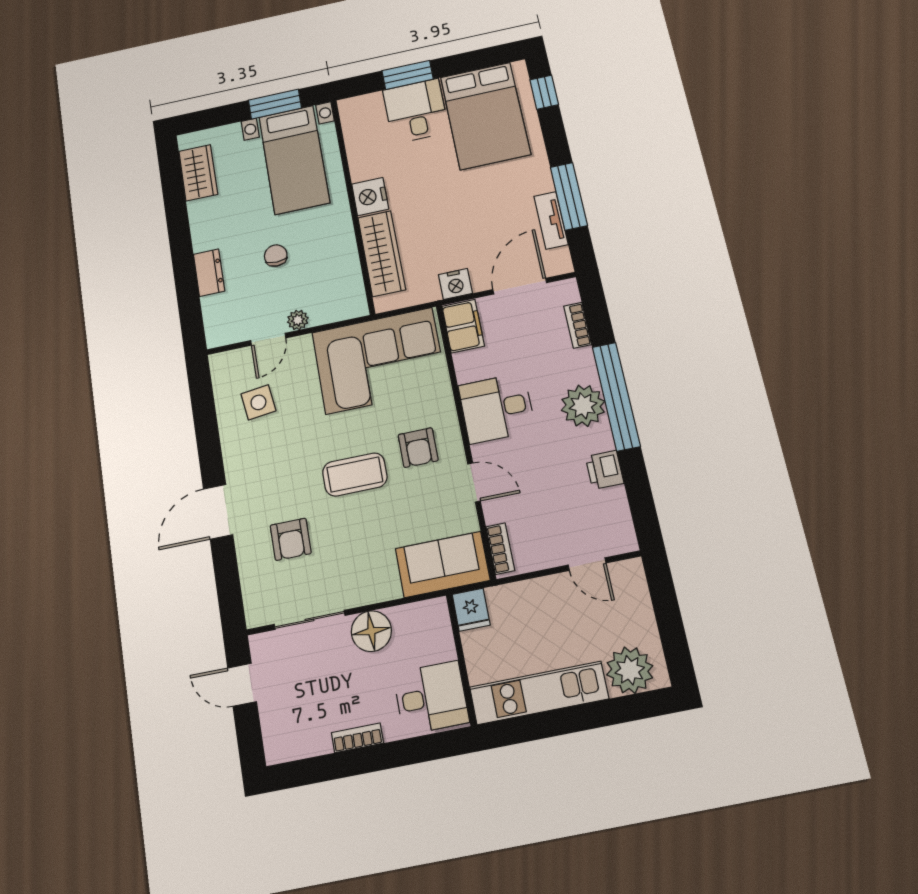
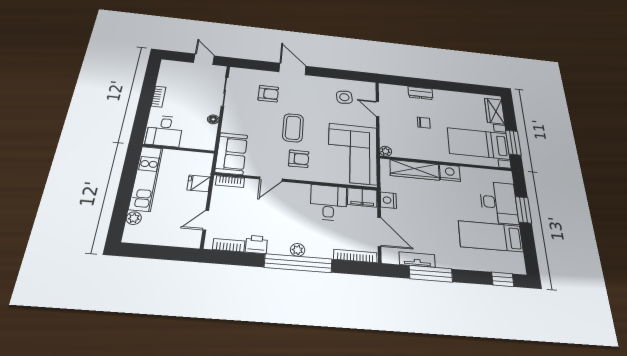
desk: (416, 111) -> (499, 202), width x1.37
bed: (485, 116) -> (491, 236), width x0.67
wardrobe: (198, 173) -> (495, 111), moved, turned 90
plant: (298, 320) -> (386, 151), moved
bookcase: (578, 325) -> (355, 256), width x1.56
plant: (583, 406) -> (298, 250), width x0.53, depth x0.53
desk: (497, 408) -> (328, 203), moved
armchair: (418, 448) -> (299, 159), turned 180
bookcase: (620, 513) -> (229, 245), added
armchair: (291, 539) -> (268, 94), turned 180
fridge: (471, 610) -> (199, 183), moved
floor lamp: (371, 631) -> (213, 119), width x0.53, depth x0.53
plant: (630, 670) -> (134, 218), width x0.53, depth x0.53
door: (242, 685) -> (204, 59), hinge flipped

